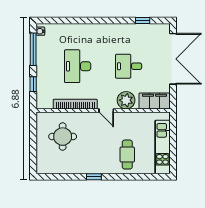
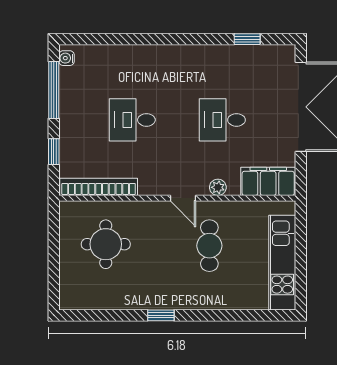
desk: (78, 66) -> (132, 120), width x0.73
plant: (126, 100) -> (218, 187), width x0.53, depth x0.53
bookcase: (75, 104) -> (99, 187), moved
cafe table: (127, 155) -> (209, 246), moved

